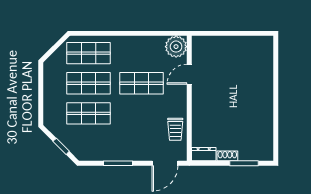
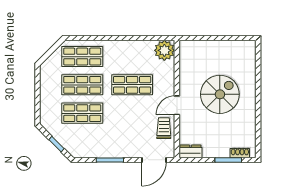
door: (189, 74) -> (177, 105), moved
spiral stairs: (235, 93) -> (220, 94), added
trolley: (175, 129) -> (164, 128), turned 180
shoe rack: (227, 156) -> (240, 153), moved

